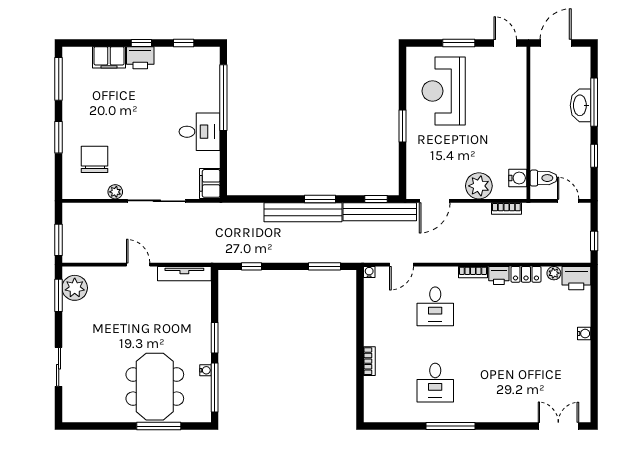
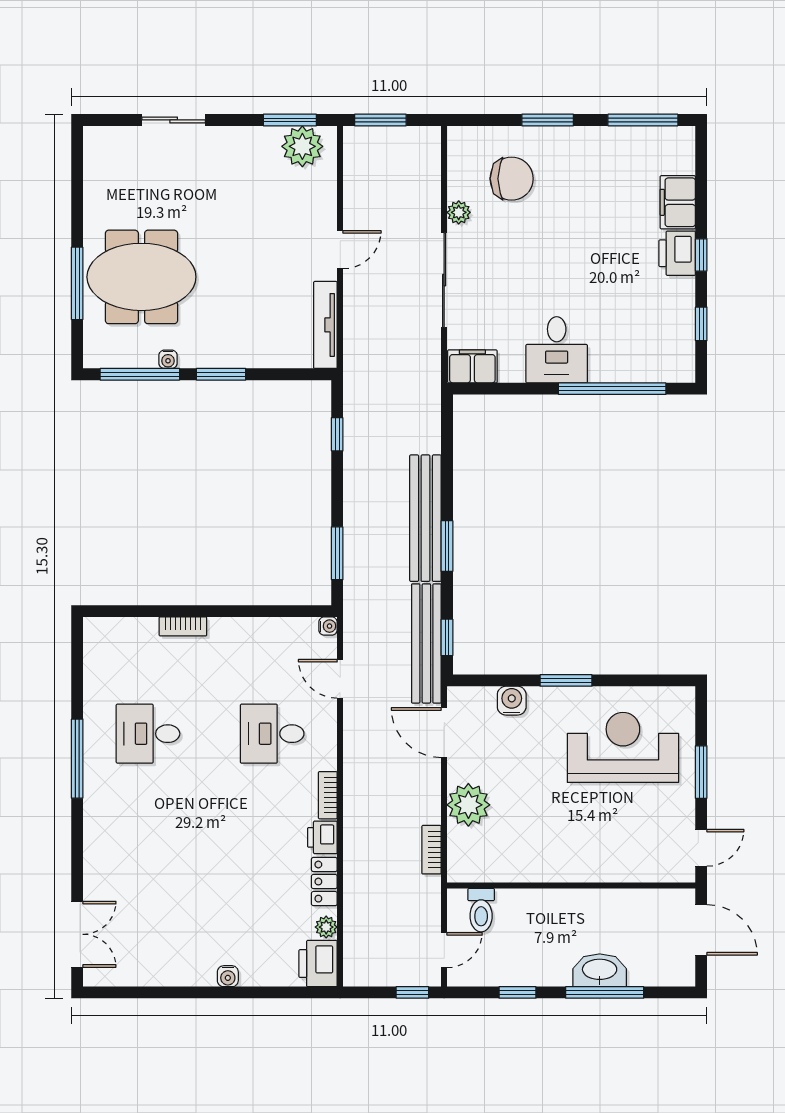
water cooler: (518, 178) -> (512, 701), moved, turned 180
window: (594, 241) -> (412, 992), moved

